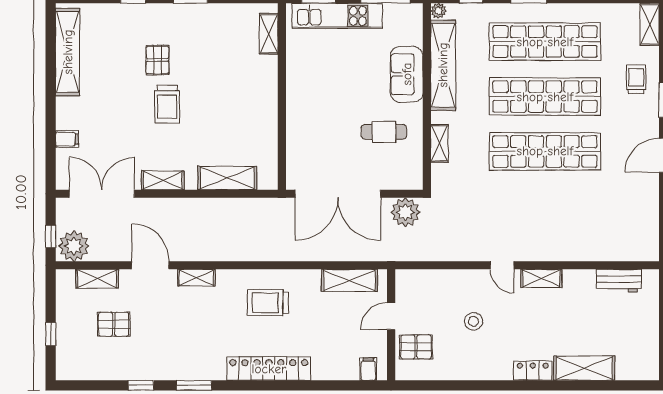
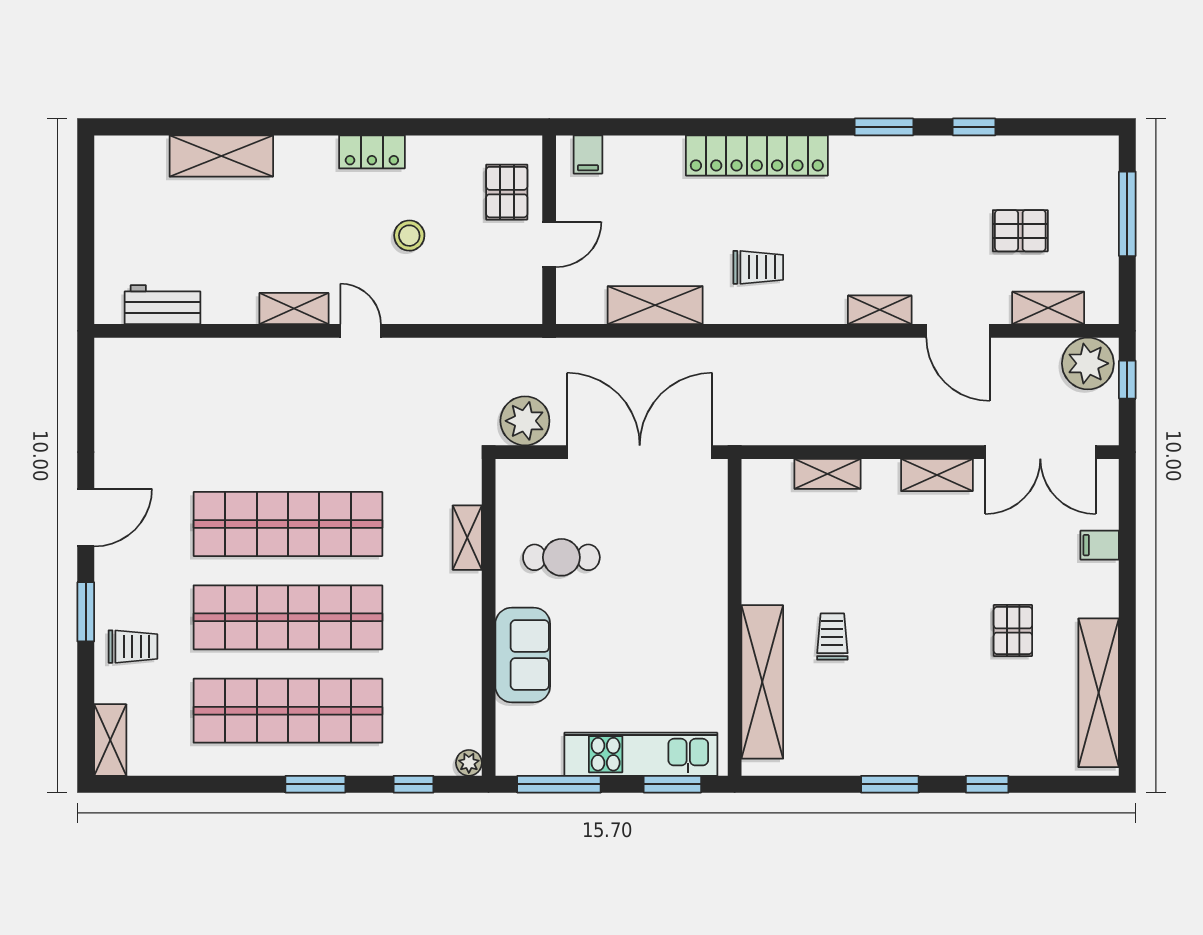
shelving: (269, 34) -> (762, 682), width x2.20, depth x1.33
pallet: (157, 60) -> (1013, 630), moved
shelving: (443, 65) -> (461, 670), removed
trolley: (636, 79) -> (133, 647), turned -90
trolley: (167, 104) -> (832, 637), moved, width x0.73, depth x0.72
shelving: (227, 178) -> (827, 474), width x0.67, depth x0.75
shelving: (349, 280) -> (655, 305), moved
trolley: (268, 303) -> (758, 267), width x0.73, depth x0.72
window: (51, 334) -> (1127, 214), width x2.17
pallet: (416, 347) -> (507, 192), turned 90
locker: (533, 371) -> (372, 152), moved

